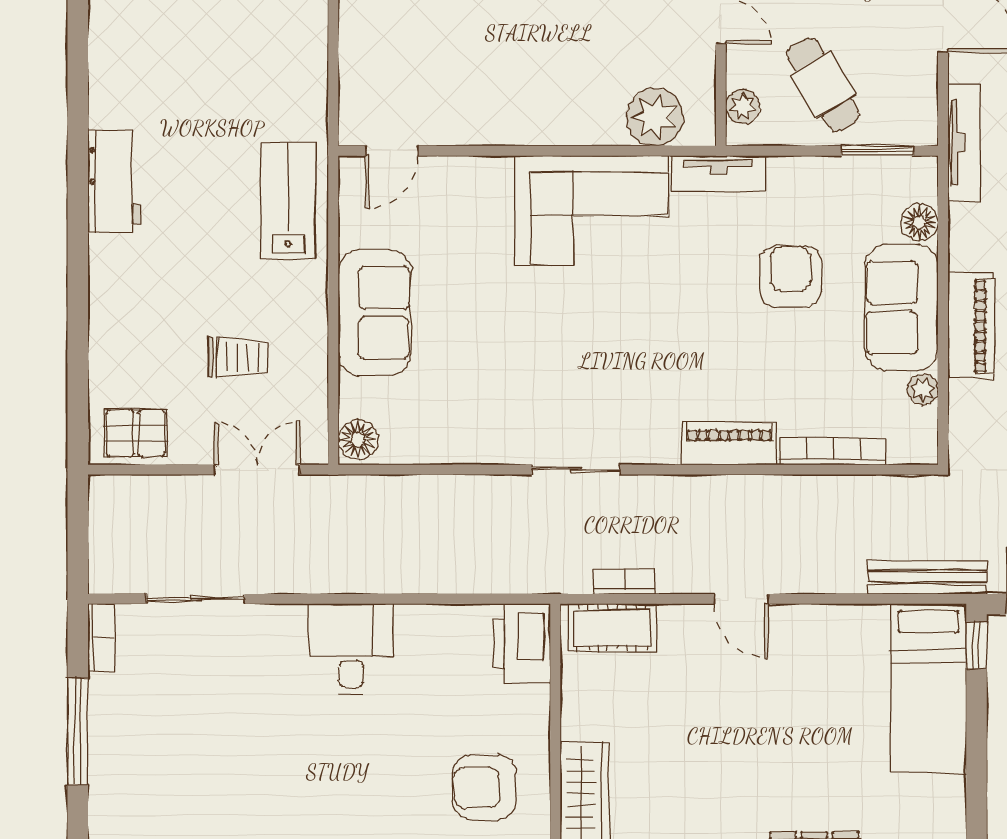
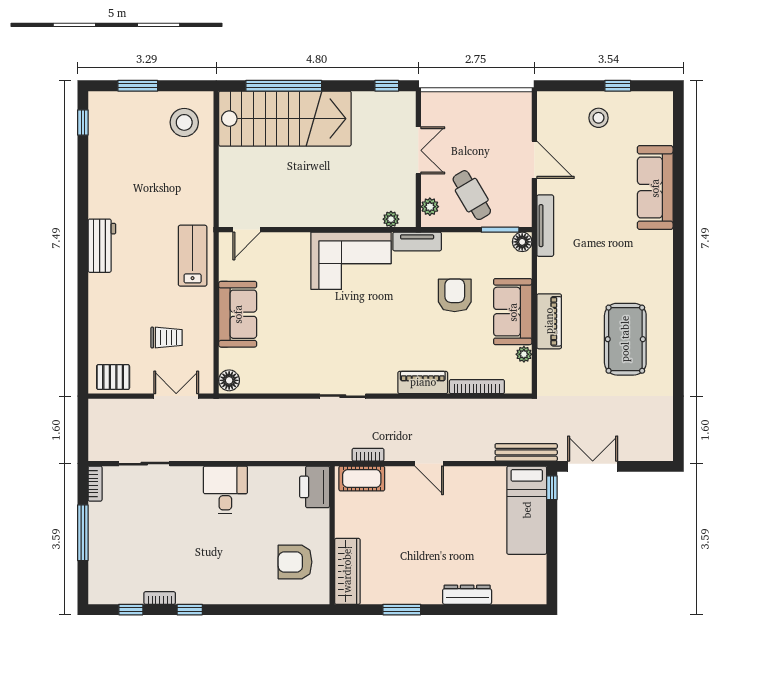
plant: (655, 117) -> (391, 219), width x0.53, depth x0.53
floor lamp: (920, 222) -> (522, 242), moved

